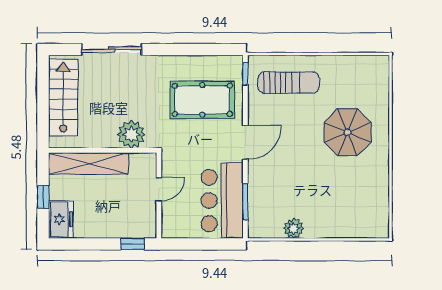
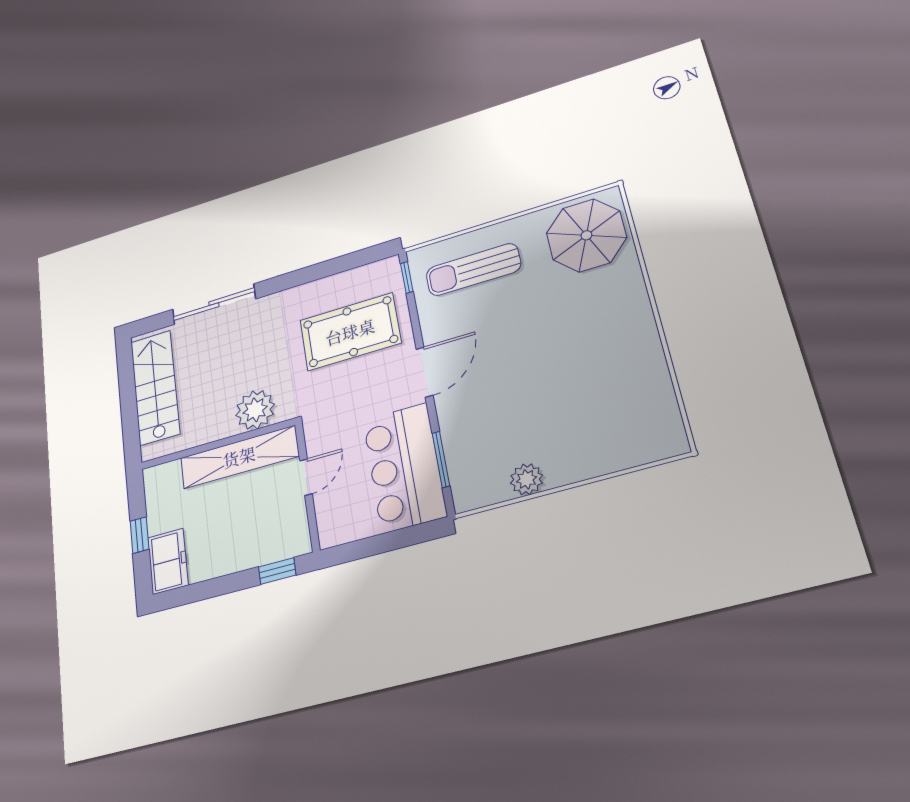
sun lounger: (289, 83) -> (473, 270), turned 180
parasol: (348, 132) -> (586, 235), moved
shelving: (89, 164) -> (239, 457), moved

